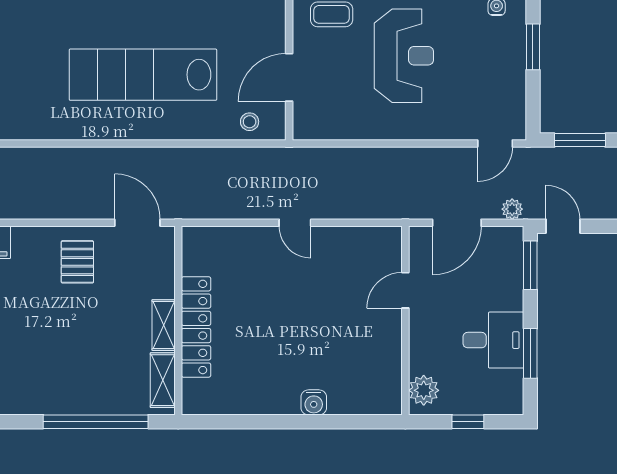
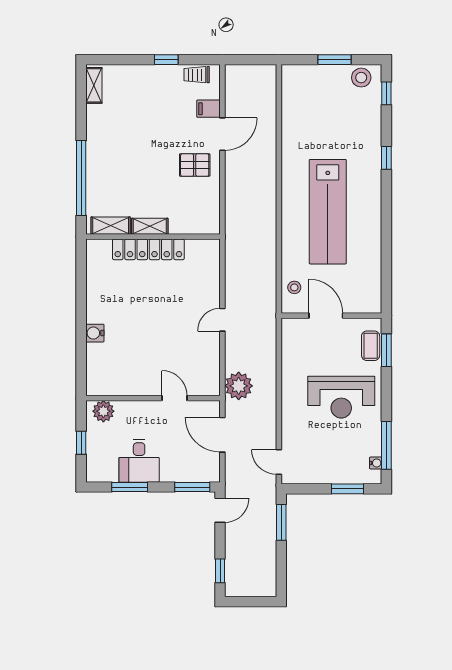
lab bench: (143, 75) -> (328, 212), turned 180
plant: (512, 209) -> (239, 386), moved, width x1.88, depth x1.88
door: (137, 223) -> (222, 134), moved

